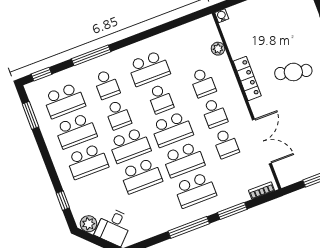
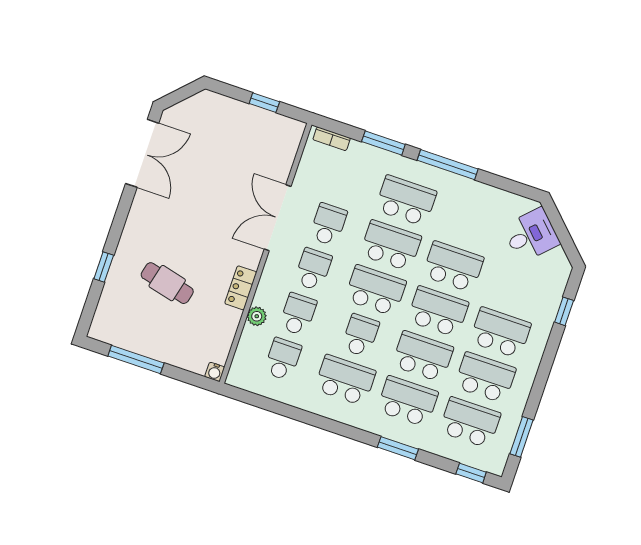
plant: (218, 49) -> (257, 316), moved
school desk: (191, 52) -> (283, 359), added
window: (91, 55) -> (398, 448), width x0.69
cafe table: (293, 72) -> (167, 283), moved
locker: (247, 79) -> (241, 288), width x0.66
school desk: (107, 84) -> (408, 401), width x1.85
school desk: (118, 115) -> (423, 356), width x1.85
double door: (262, 141) -> (278, 218), moved
plant: (88, 224) -> (557, 261), removed

